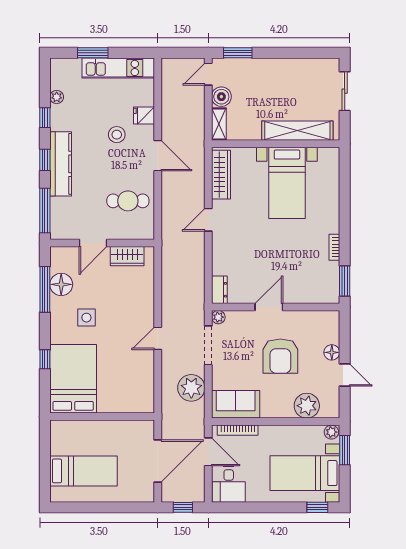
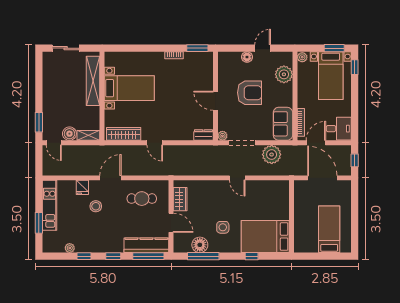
kitchen counter: (61, 164) -> (146, 245), moved
cafe table: (128, 201) -> (142, 199), turned 90
window: (345, 450) -> (334, 48), moved

